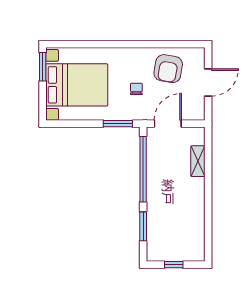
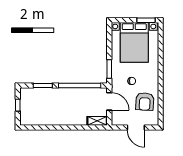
armchair: (168, 69) -> (145, 102), turned -97
shelving: (198, 161) -> (97, 121), moved

